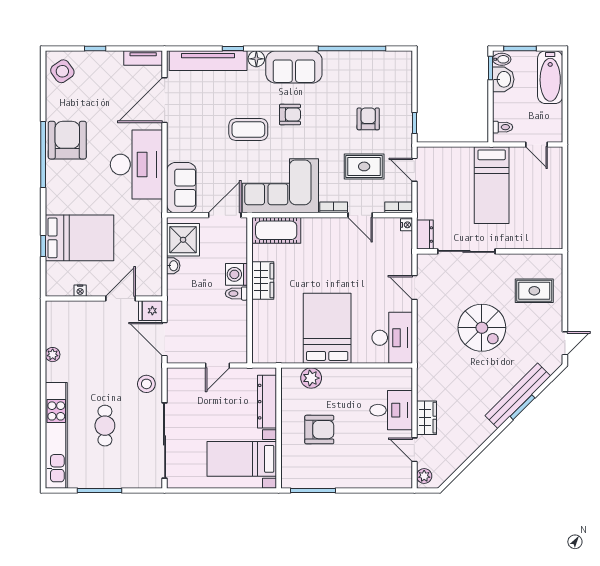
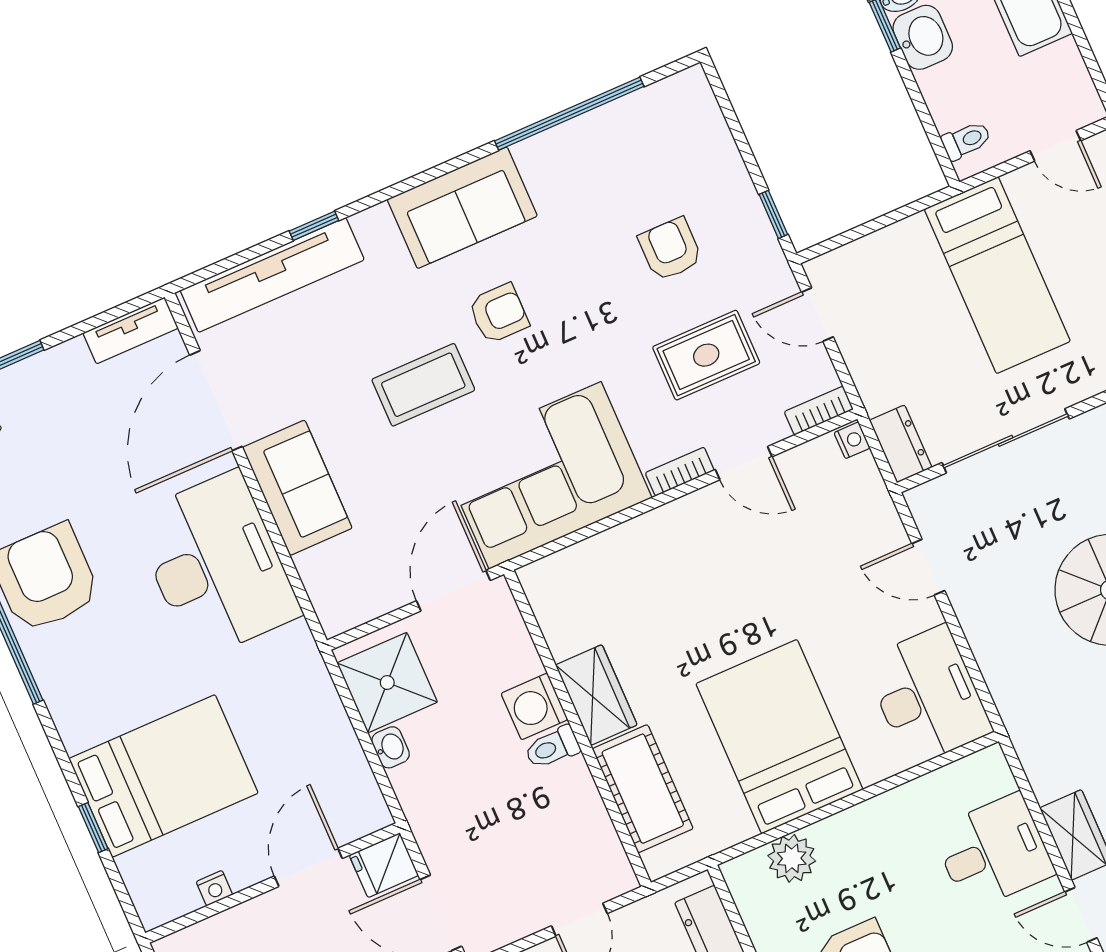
floor lamp: (256, 59) -> (374, 226), removed
sofa: (181, 188) -> (297, 488), moved
cot: (276, 230) -> (643, 789), moved, turned 90

